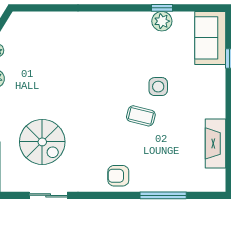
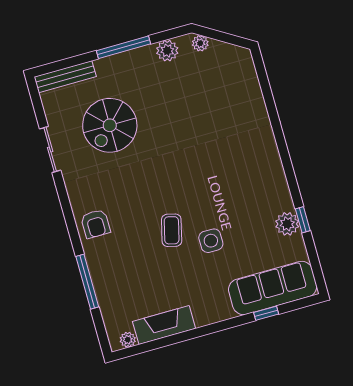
sofa: (210, 38) -> (273, 288), width x1.36
armchair: (118, 176) -> (95, 224), turned 180
plant: (219, 176) -> (128, 340), added

